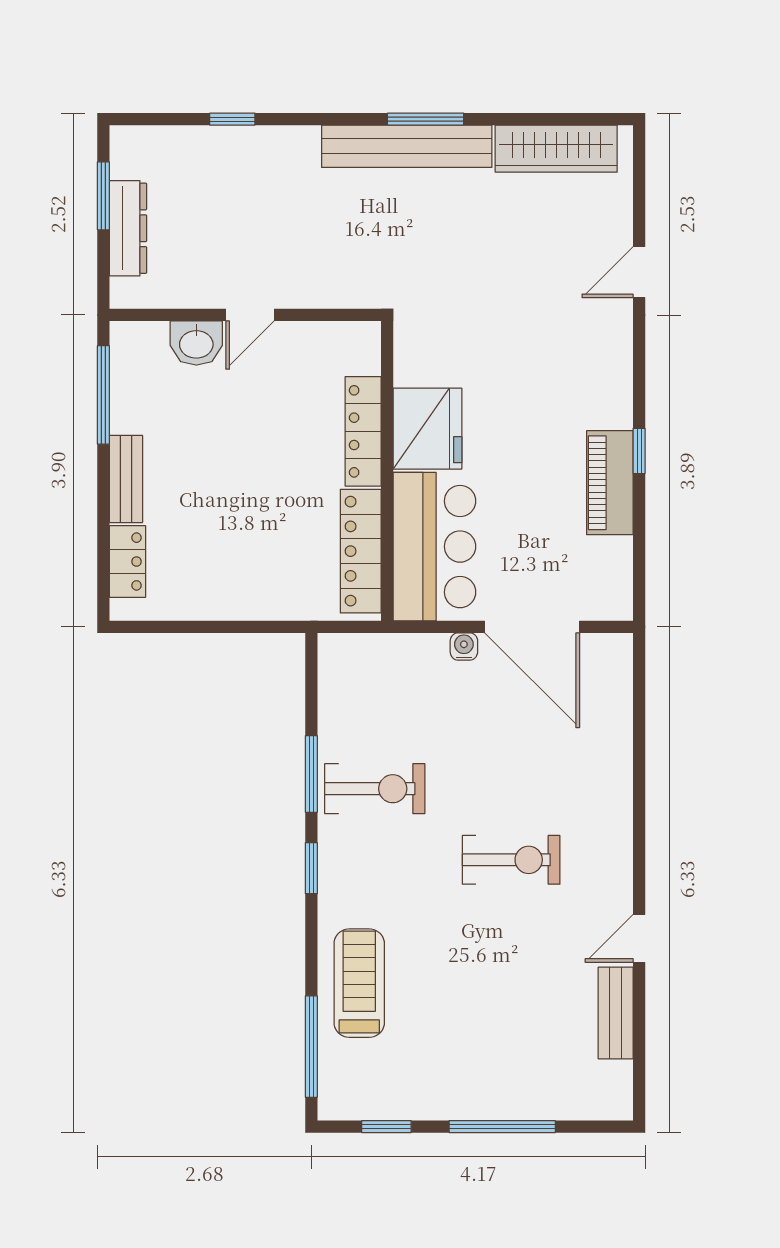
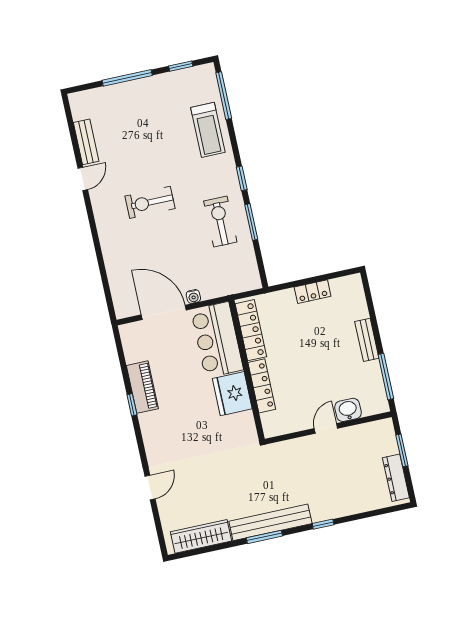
window: (232, 119) -> (323, 524), moved
window: (103, 196) -> (402, 450), moved
dresser: (128, 228) -> (396, 478), moved
locker: (127, 562) -> (313, 292), moved, turned -90
exercise bike: (375, 789) -> (220, 222), turned 90

